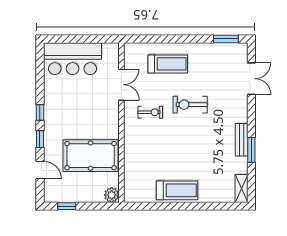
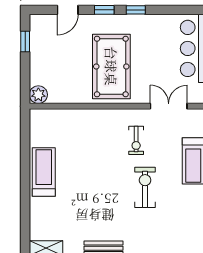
double door: (121, 85) -> (169, 106), swing flipped
pool table: (91, 156) -> (111, 66), moved
treadmill: (177, 190) -> (44, 172), turned 180

